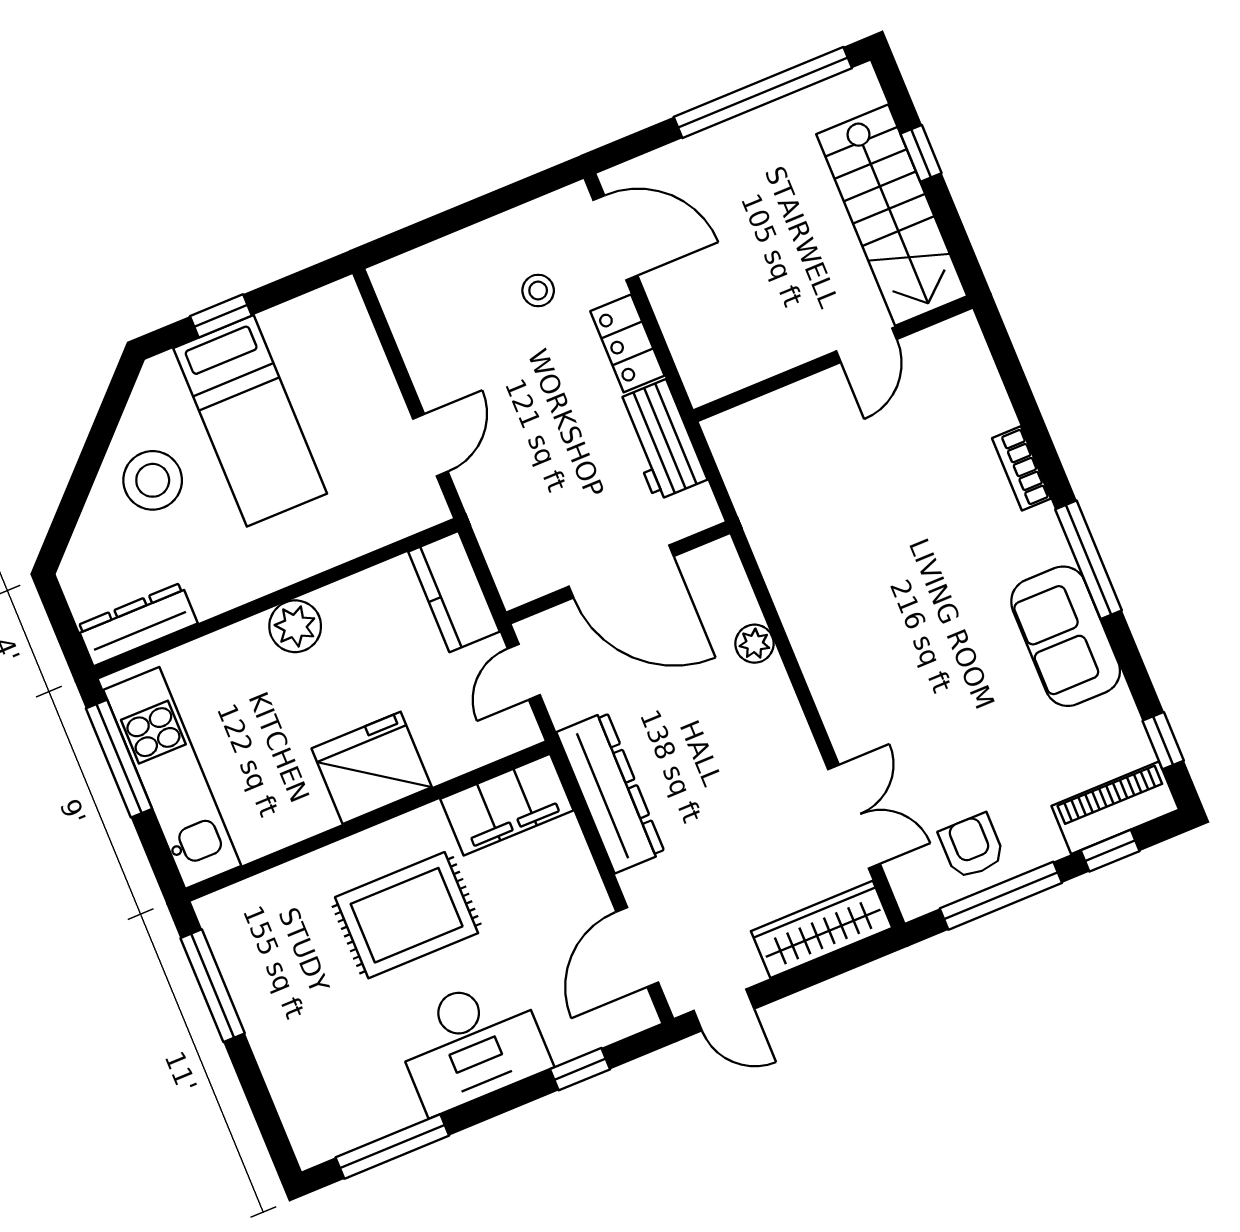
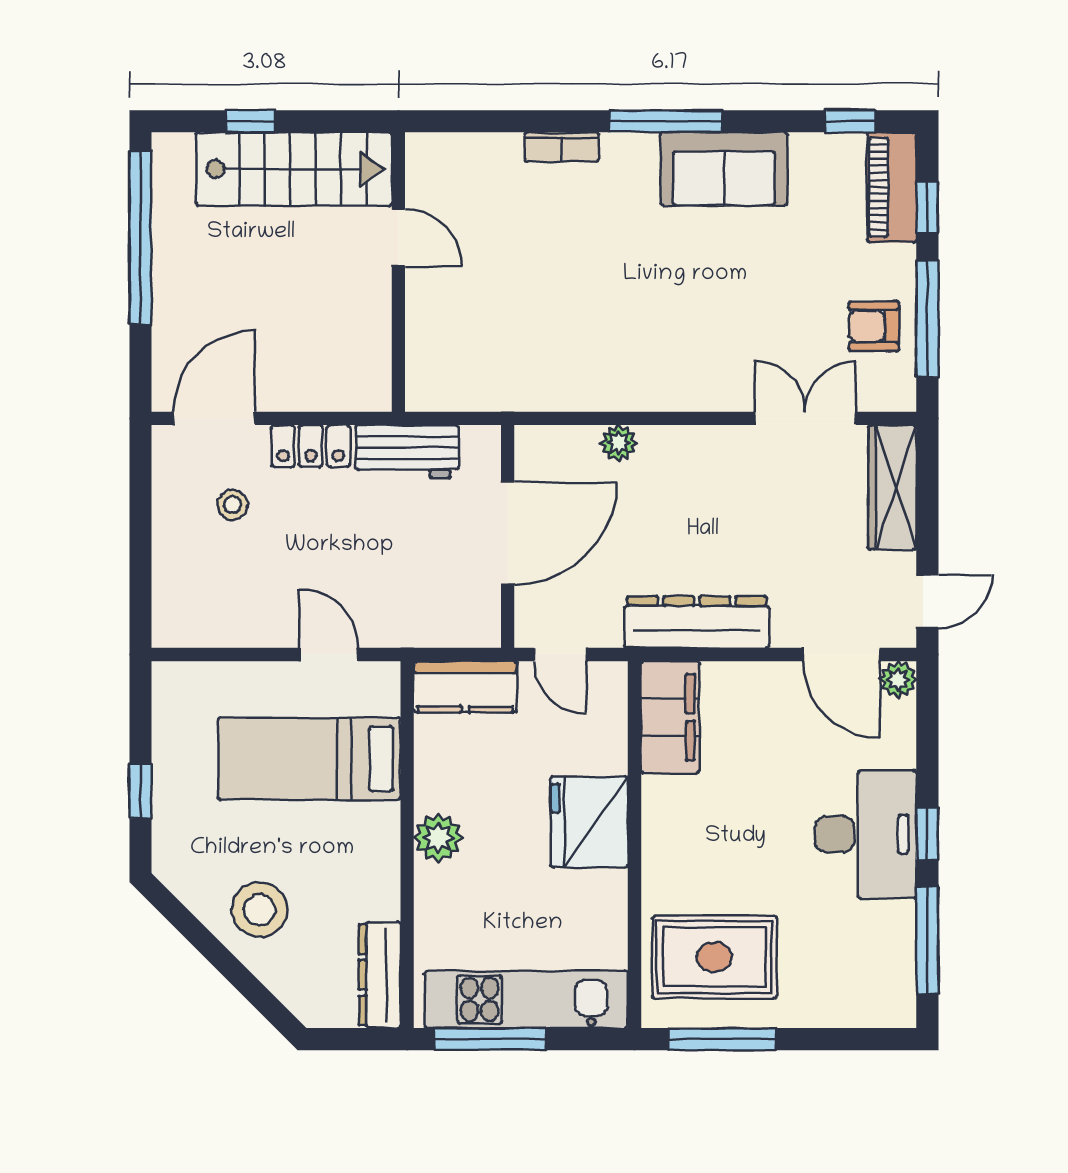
bed: (250, 421) -> (309, 759), moved, turned 180
rug: (407, 915) -> (714, 957), moved, turned 90
plant: (636, 1013) -> (898, 679), added
window: (580, 1069) -> (927, 833), moved

